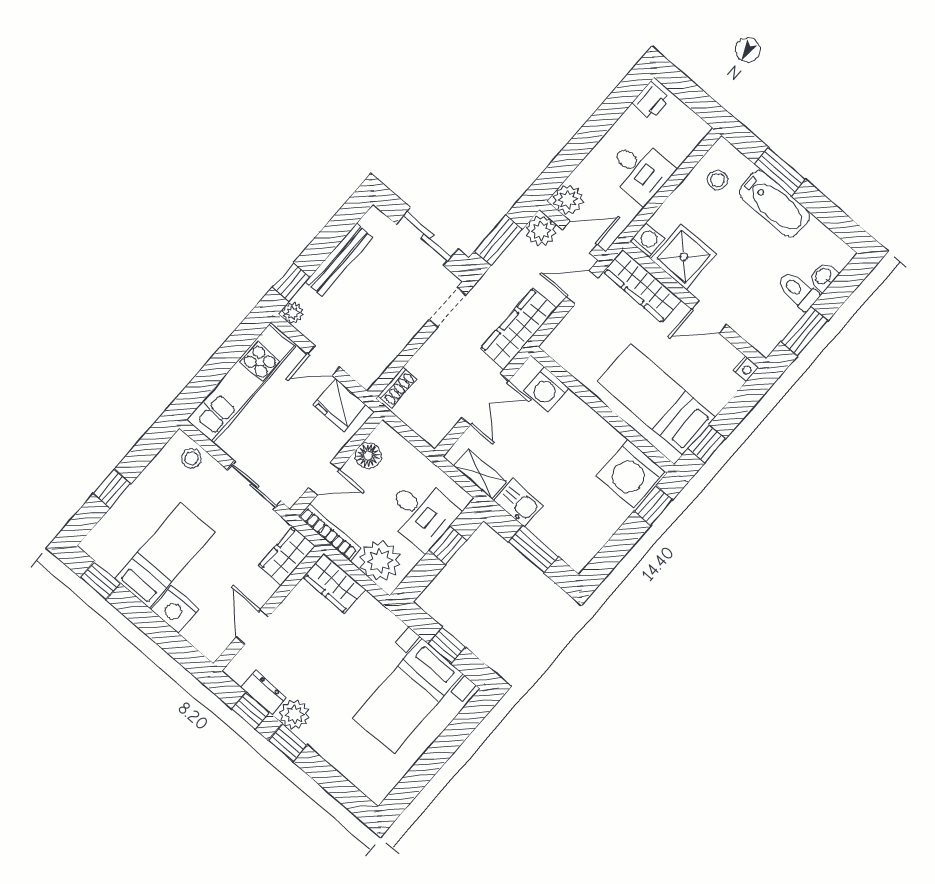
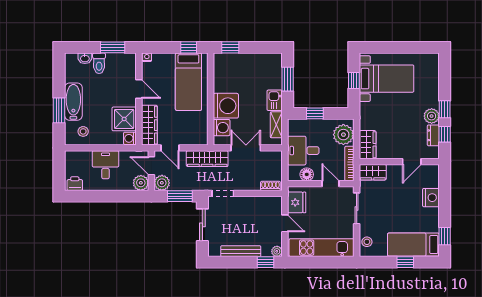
washing machine: (631, 474) -> (226, 106), moved
desk: (421, 513) -> (303, 151), moved, turned -90
bed: (165, 555) -> (413, 245), moved

